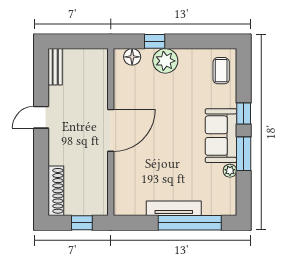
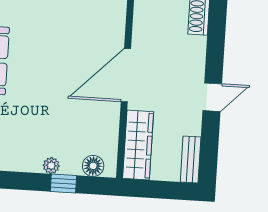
plant: (165, 61) -> (51, 166), width x0.53, depth x0.53
wardrobe: (97, 76) -> (138, 145), added

